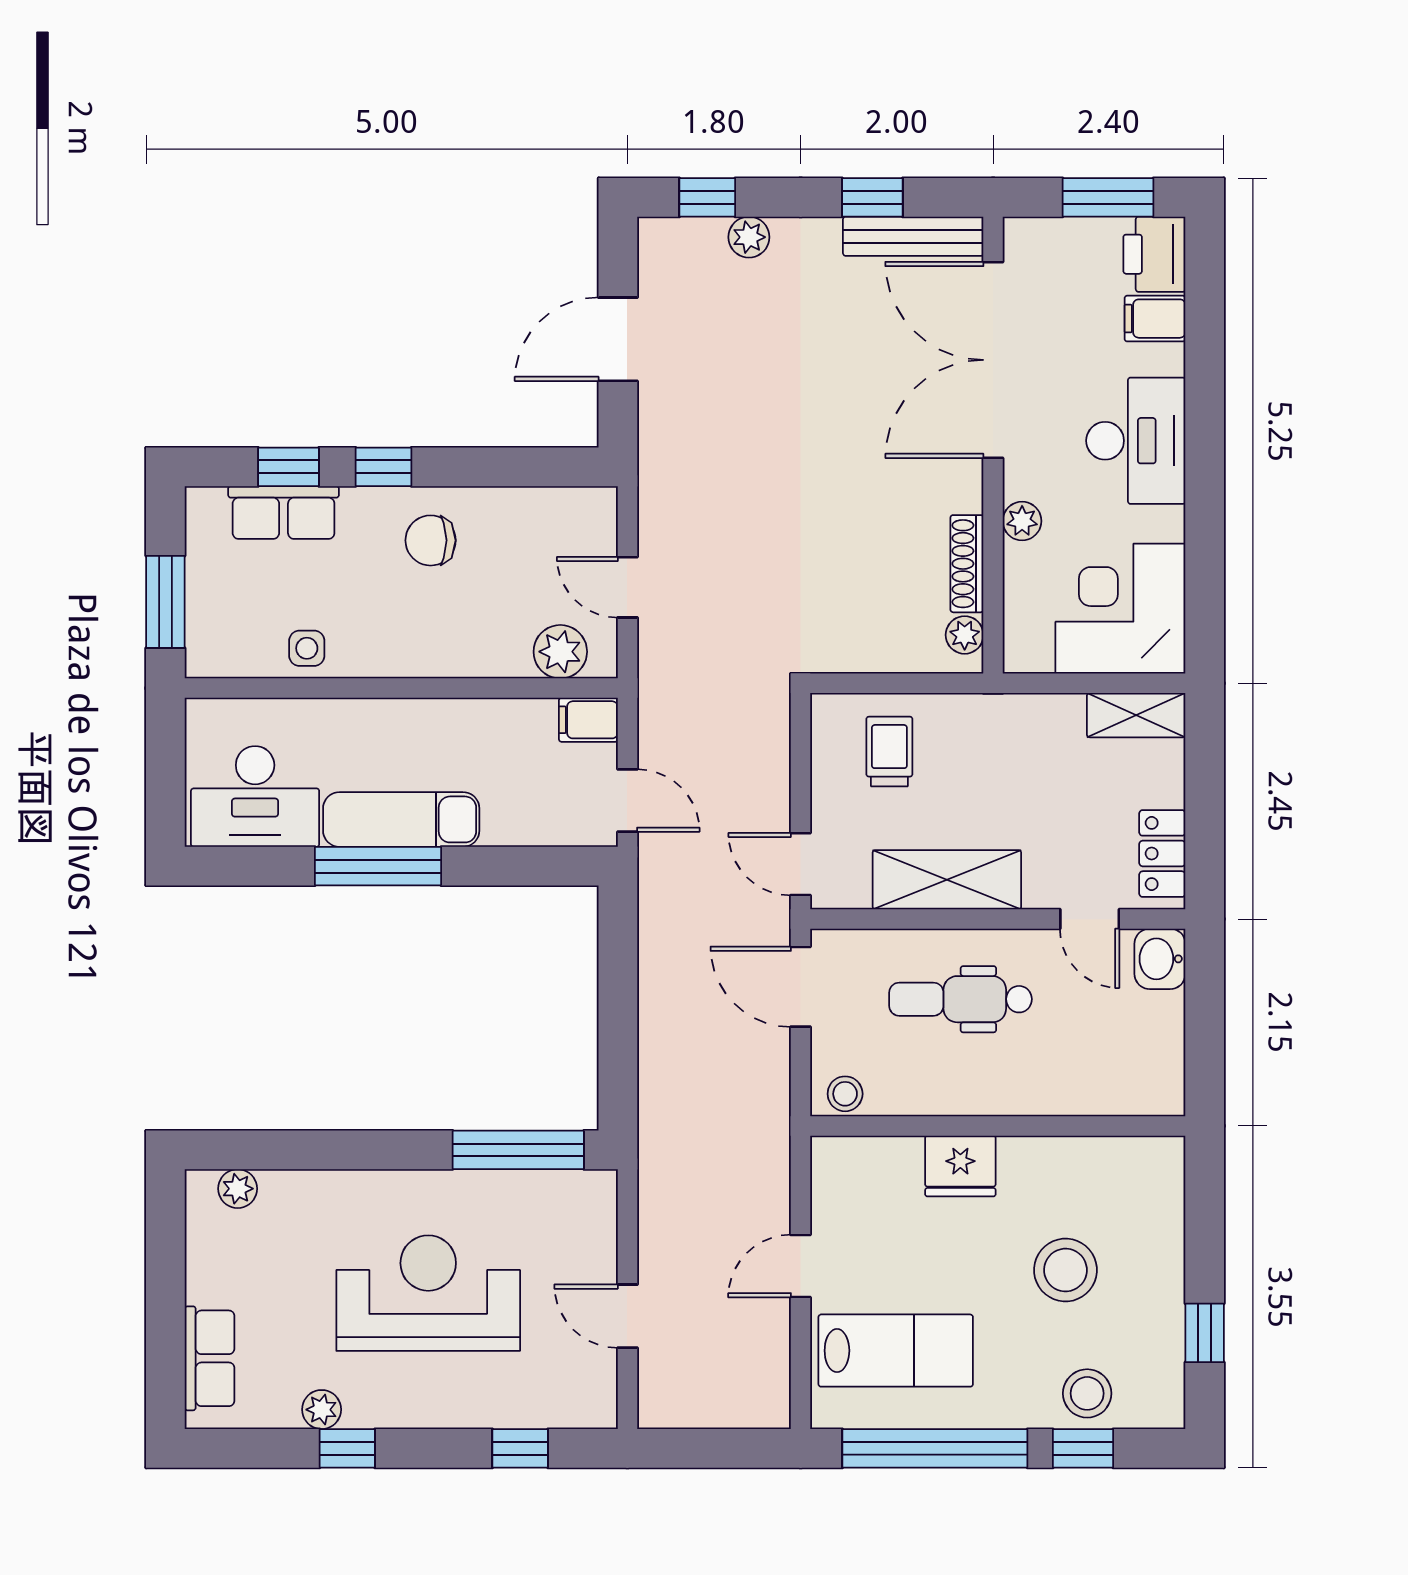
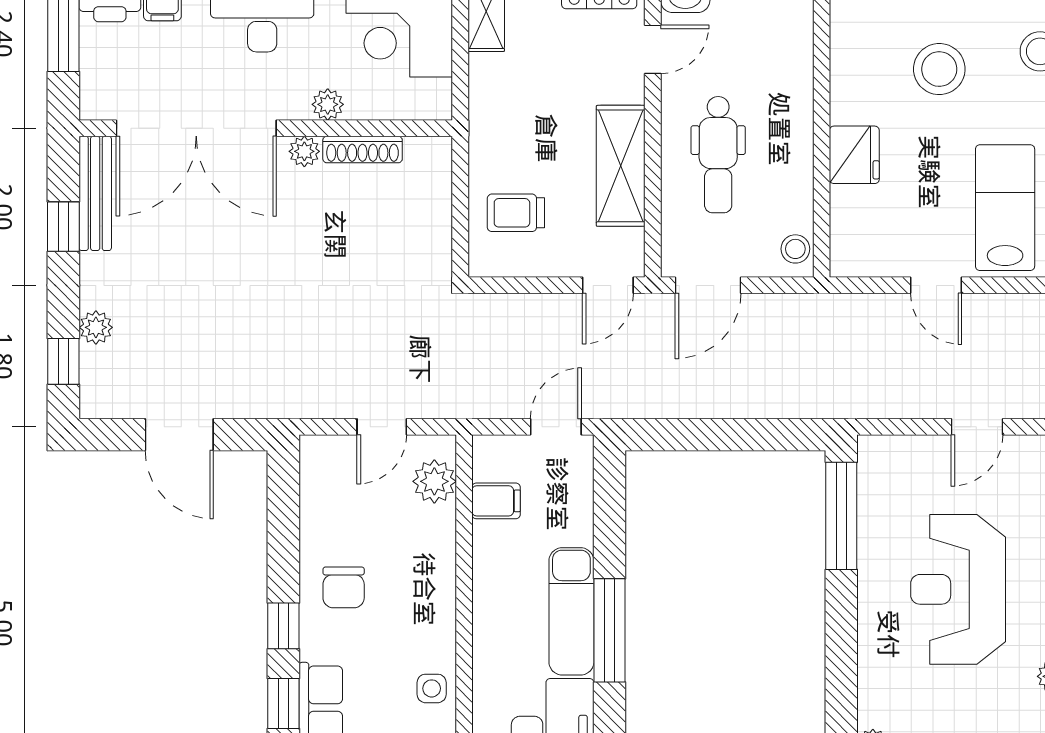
plant: (965, 635) -> (304, 151), moved
filing cabinet: (588, 720) -> (496, 501), moved, turned -90

